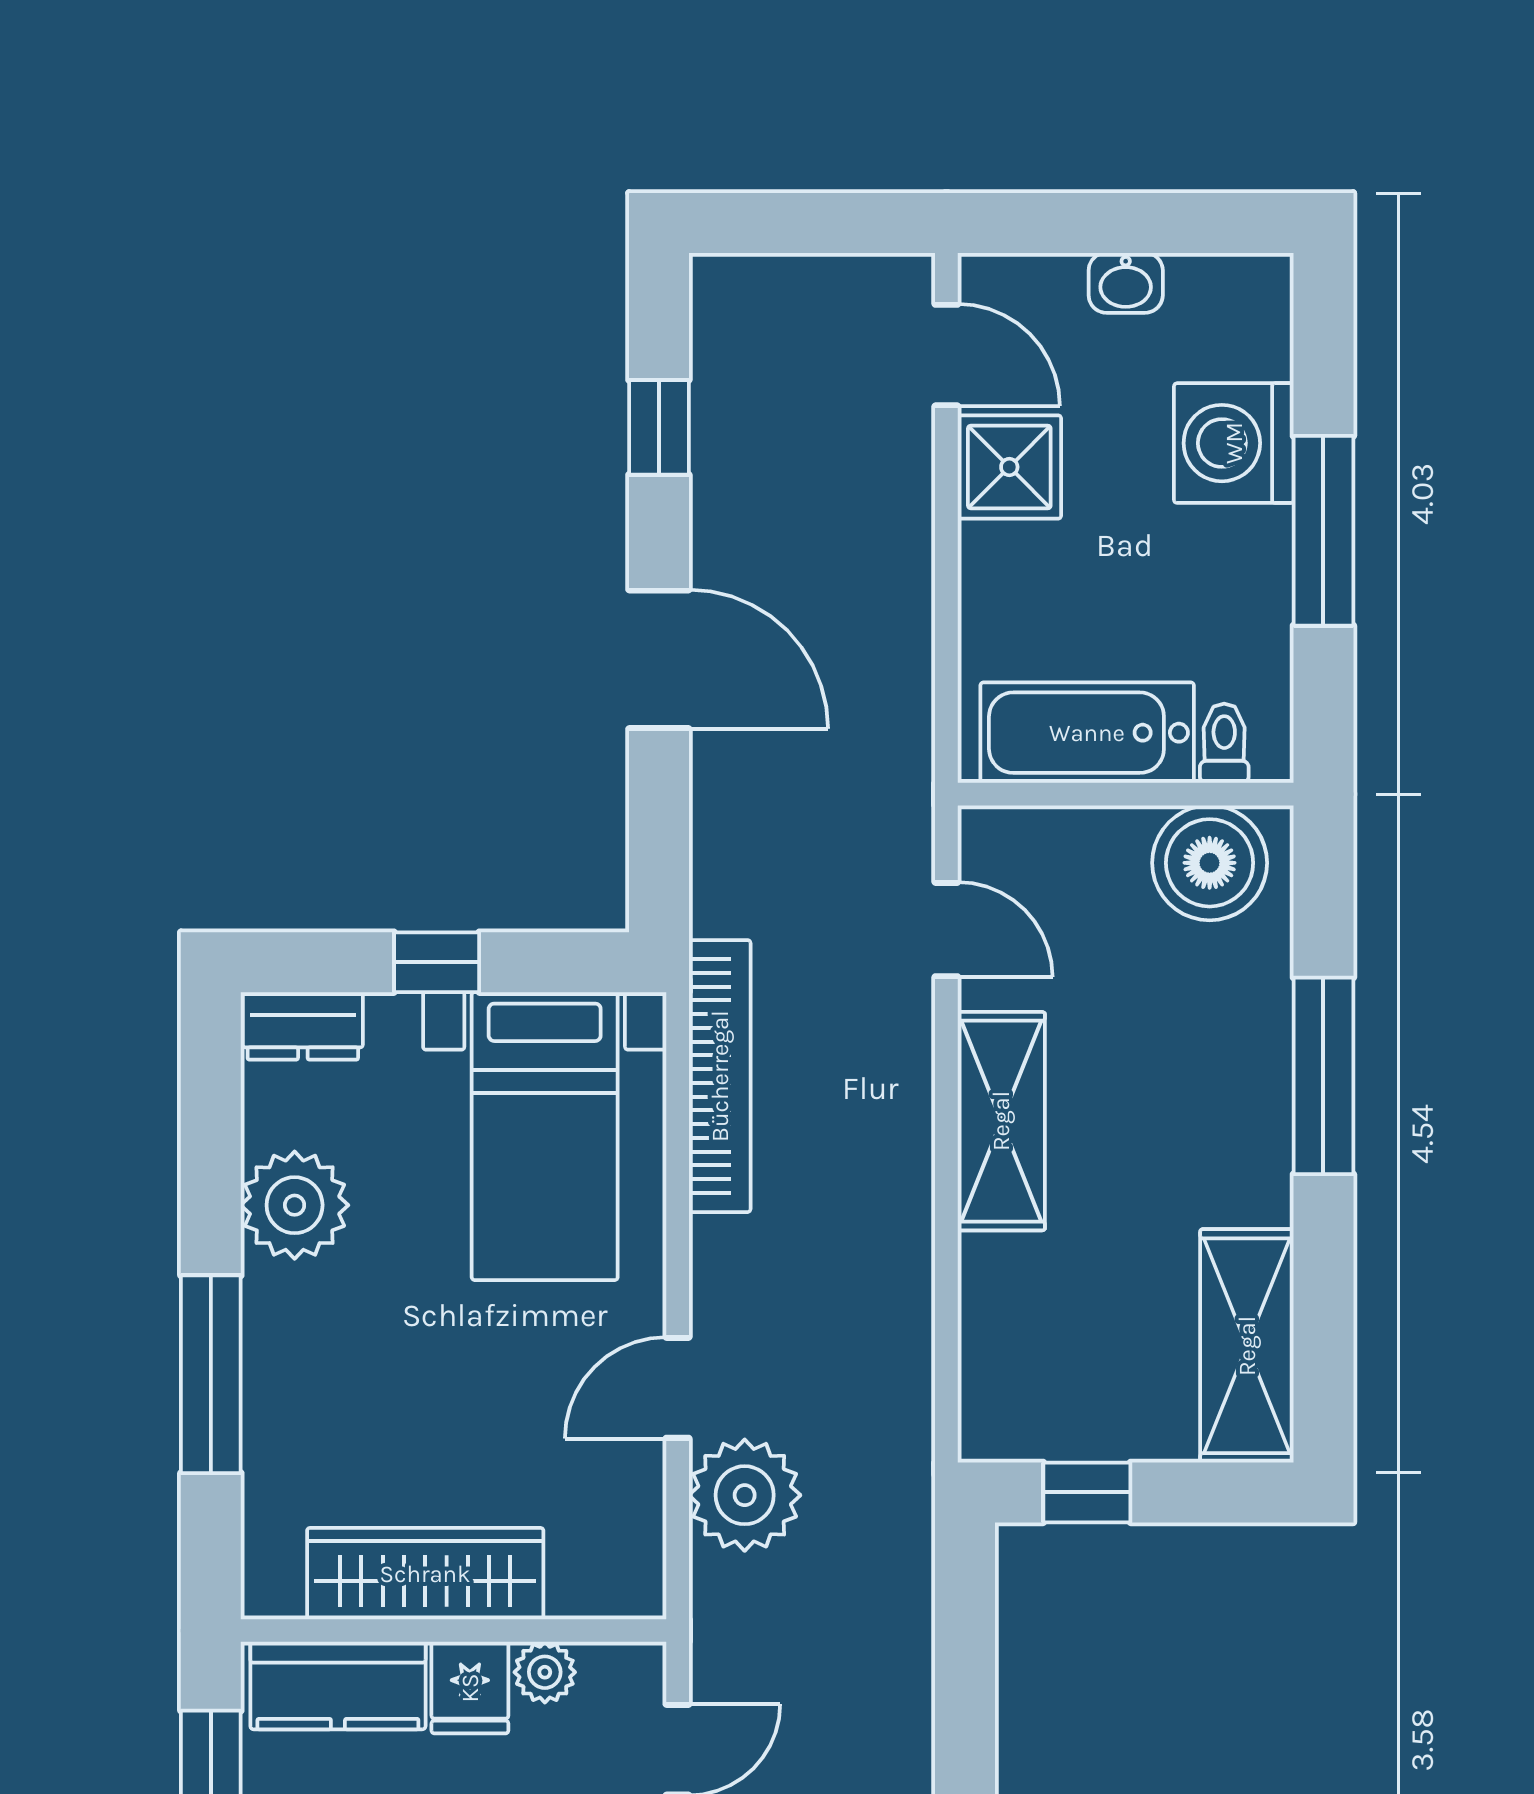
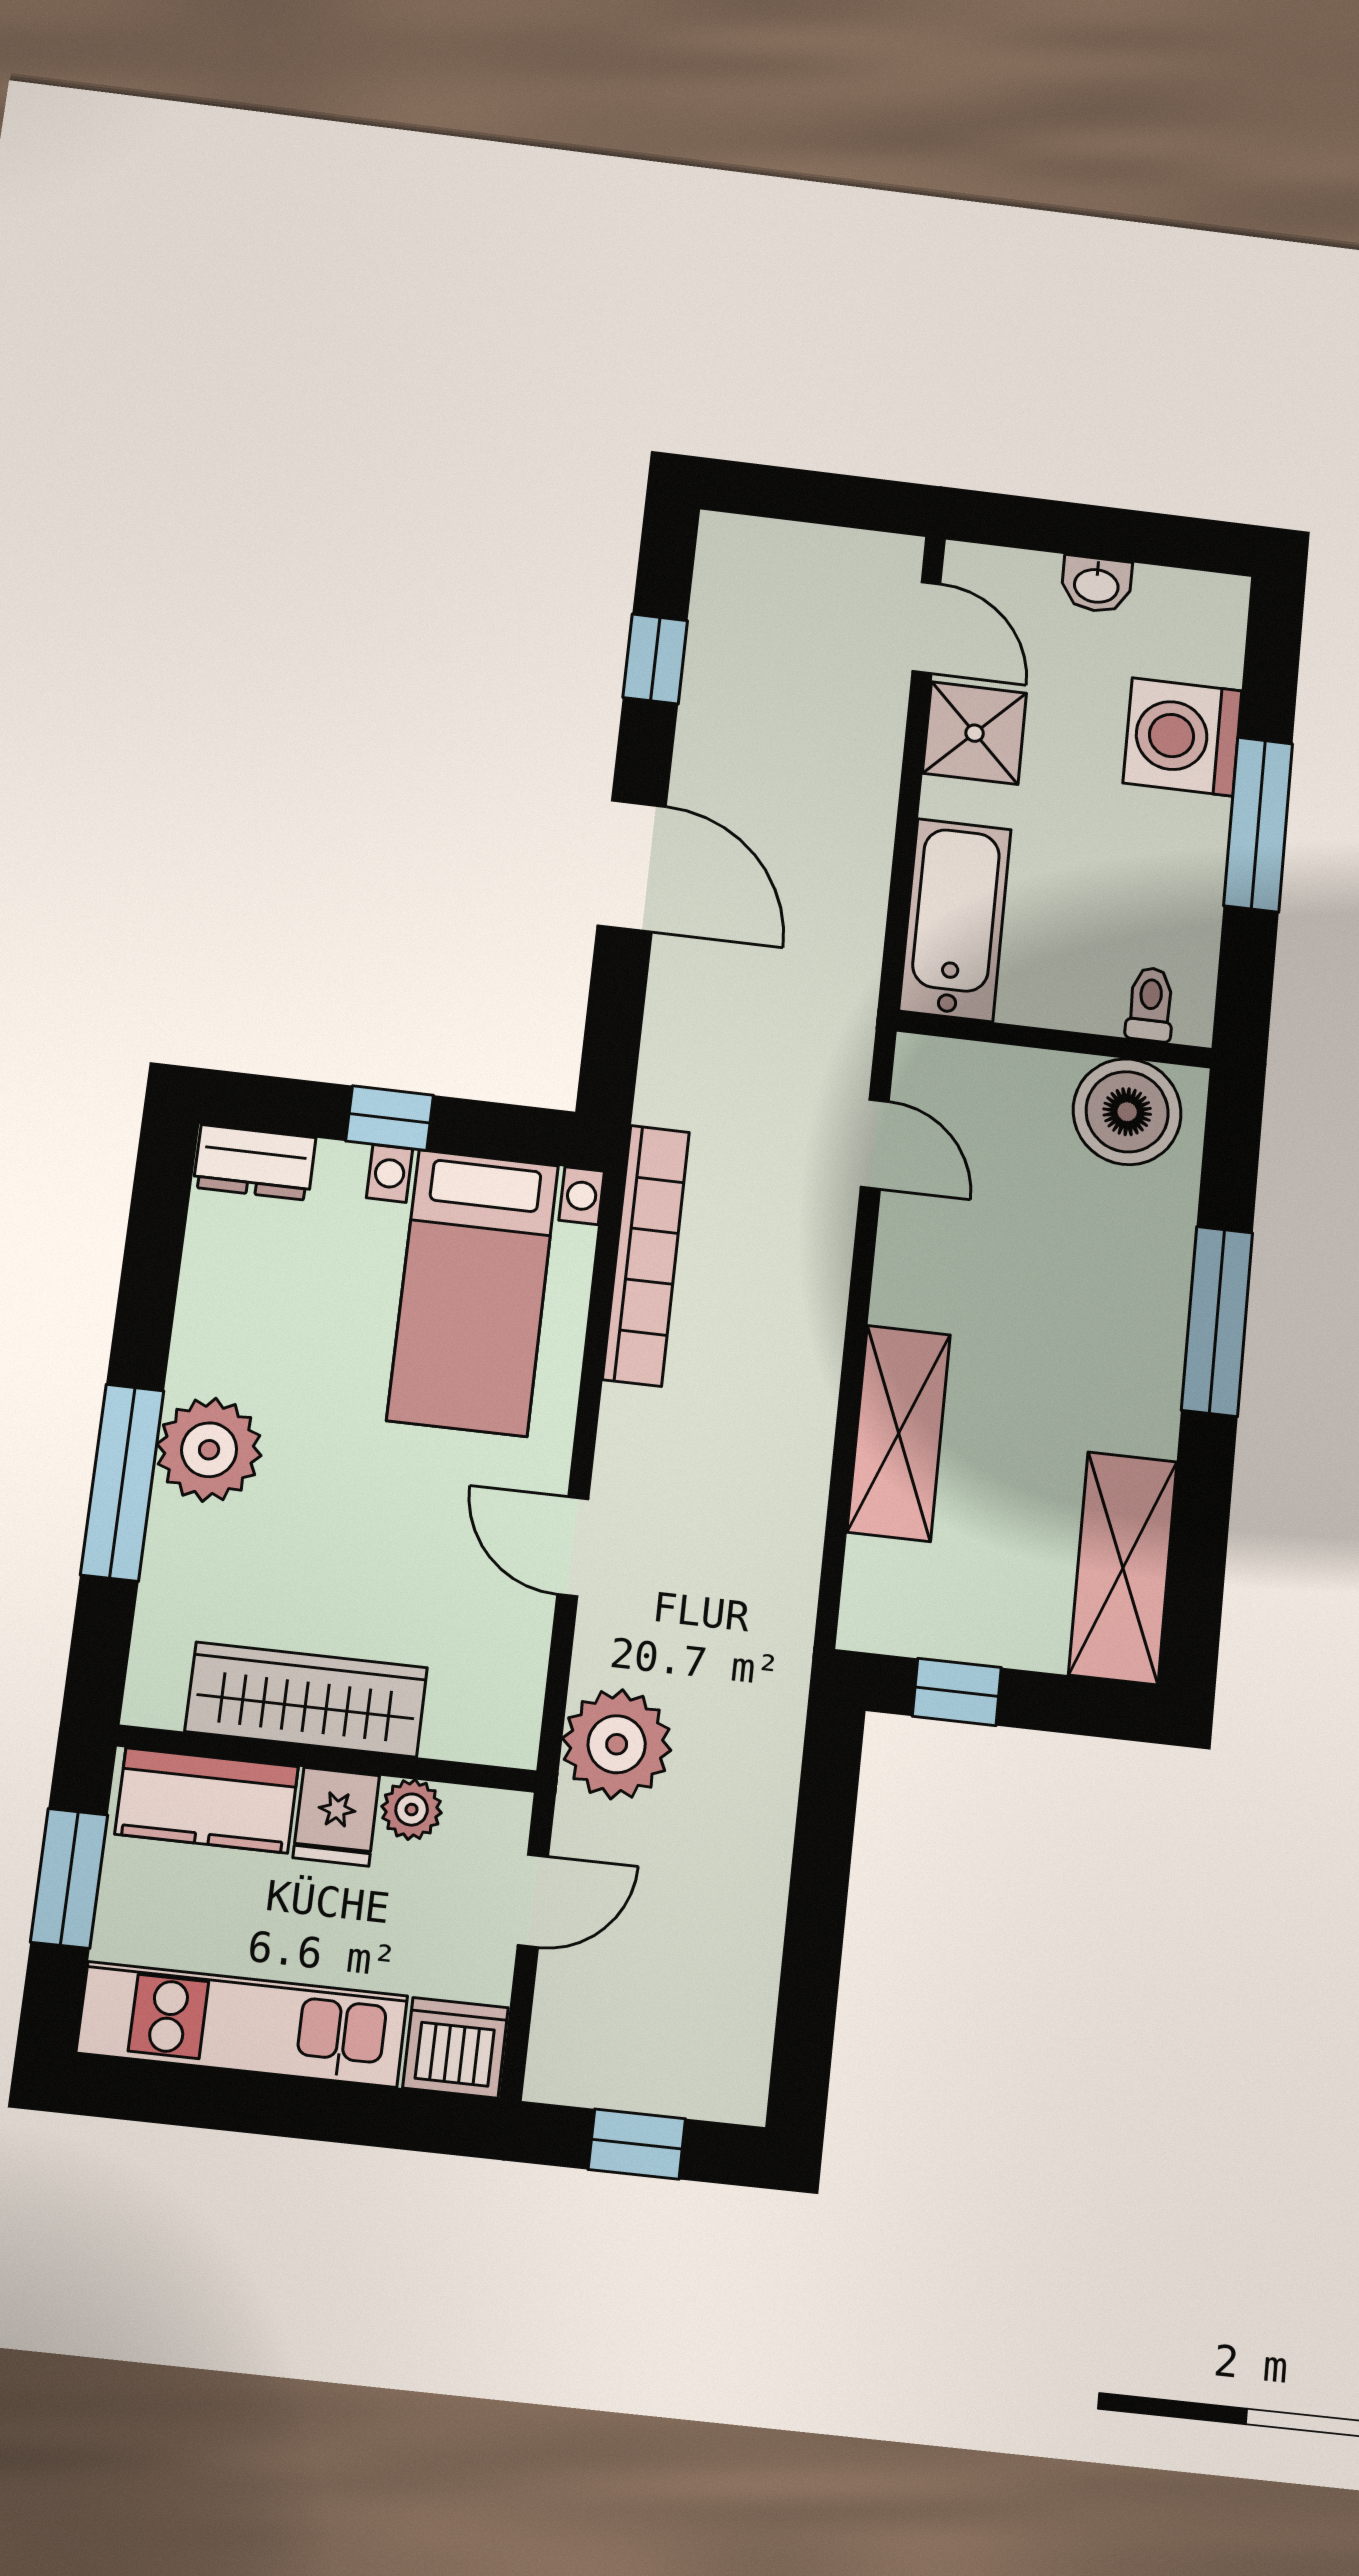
bathtub: (1087, 733) -> (955, 920), moved, turned 90
shelving: (1001, 1121) -> (899, 1433), moved
plant: (295, 1205) -> (209, 1450), moved
door: (678, 1388) -> (573, 1547), hinge flipped
plant: (745, 1495) -> (617, 1744), moved

